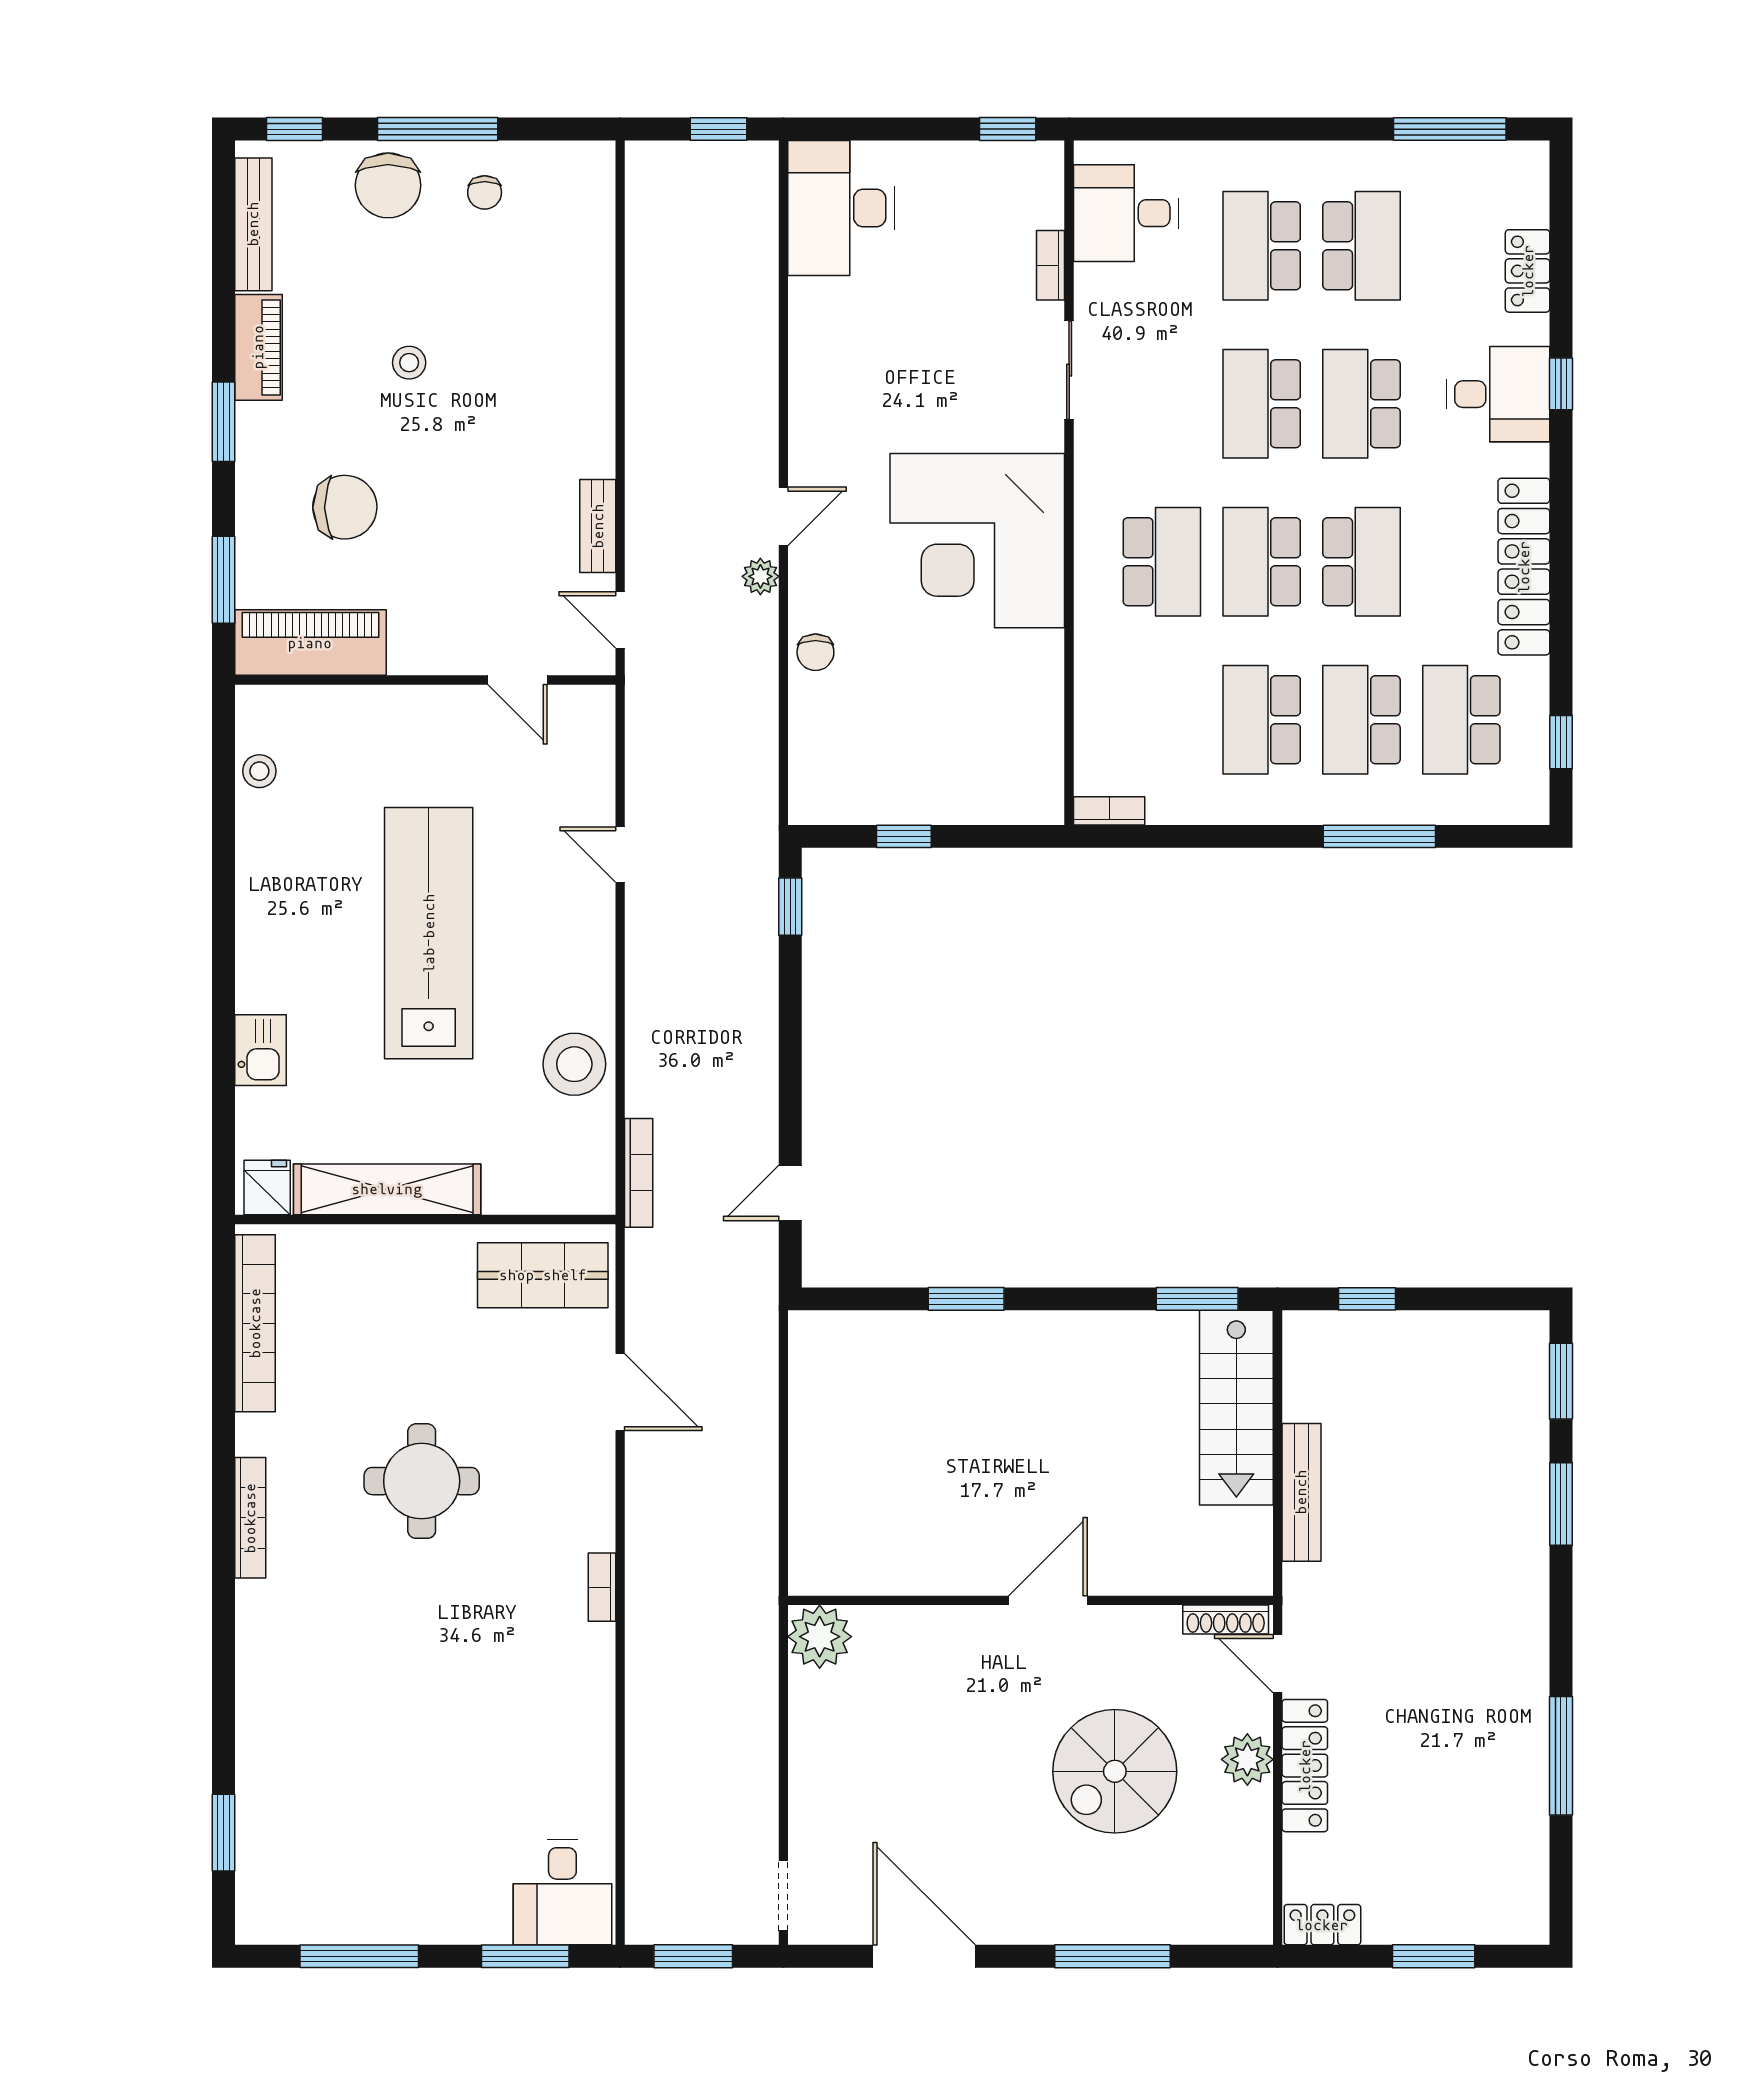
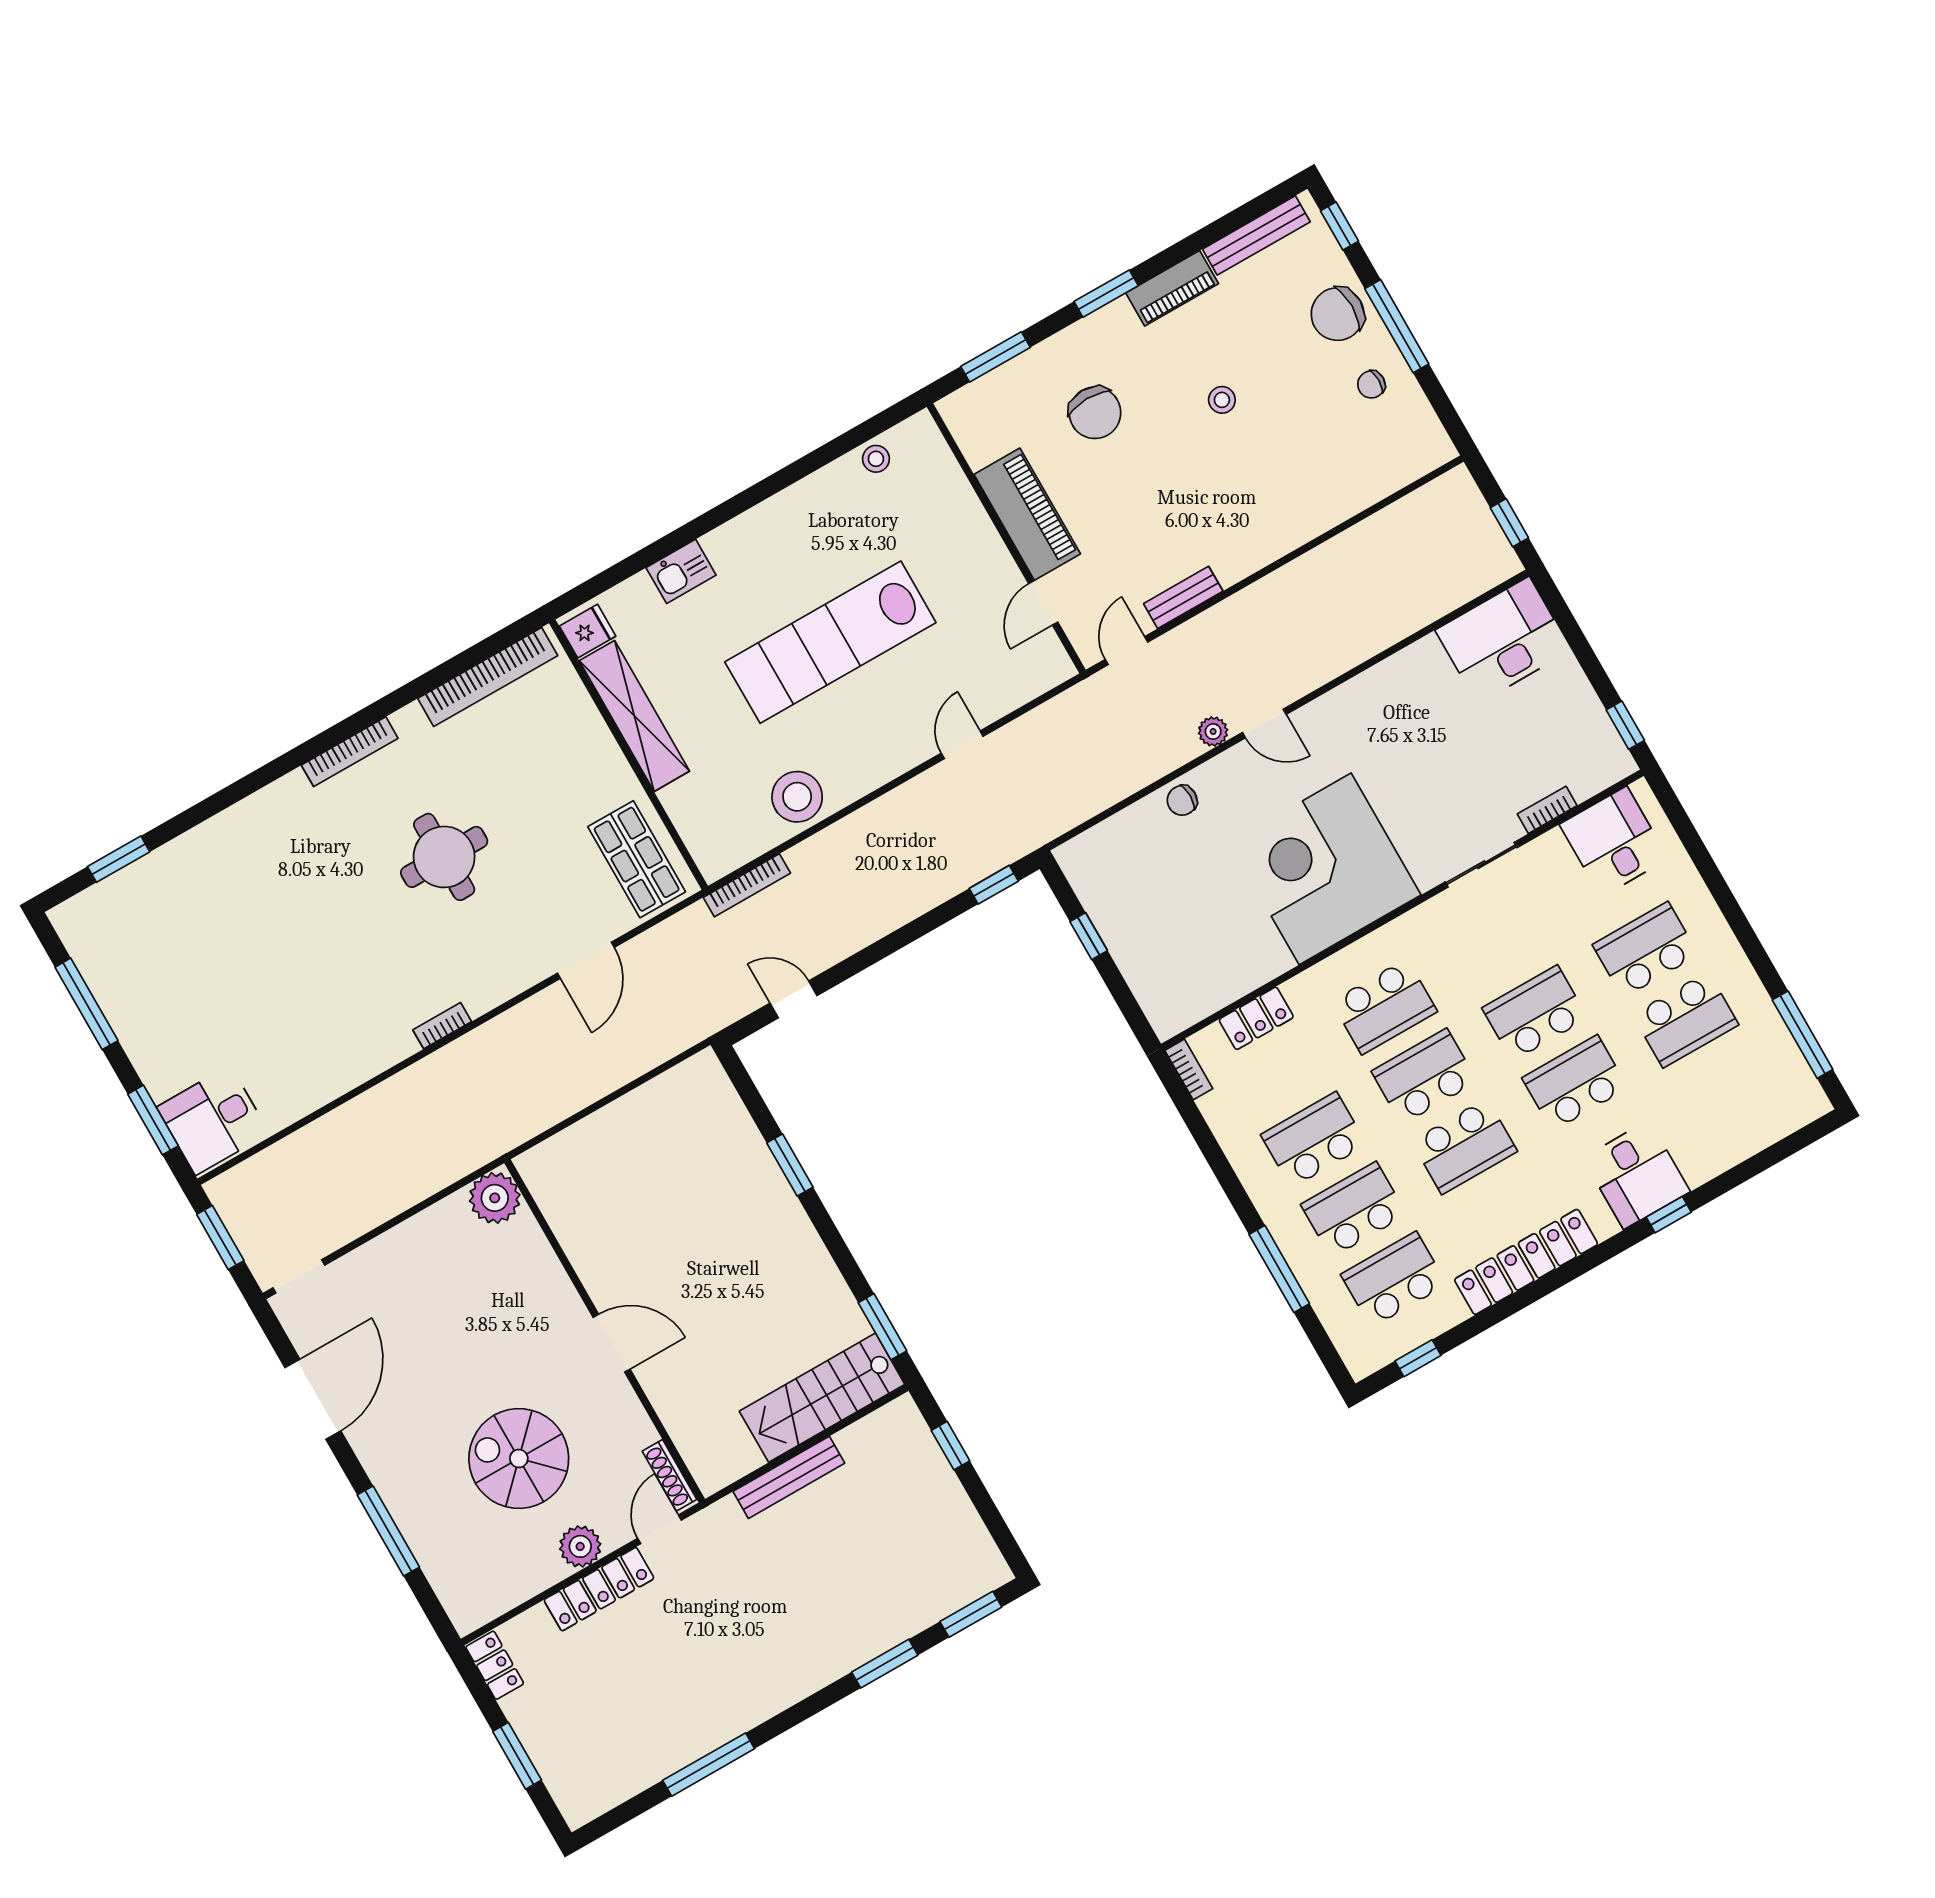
locker: (1528, 271) -> (1256, 1018), moved, turned 180
piano: (310, 643) -> (1027, 514), moved
lab bench: (429, 933) -> (830, 642), turned 180

